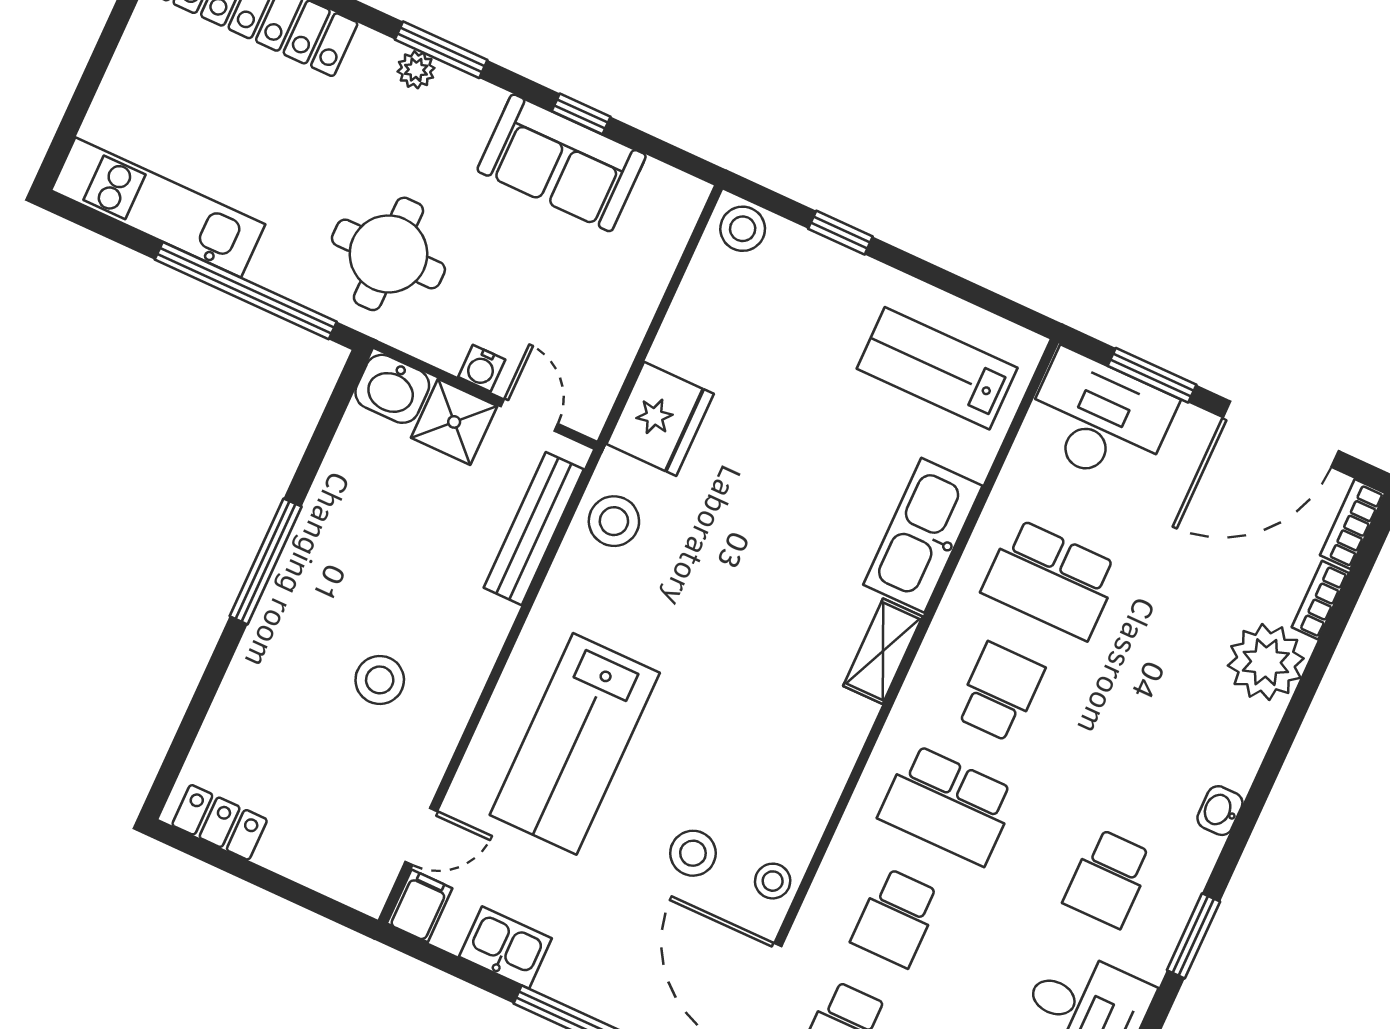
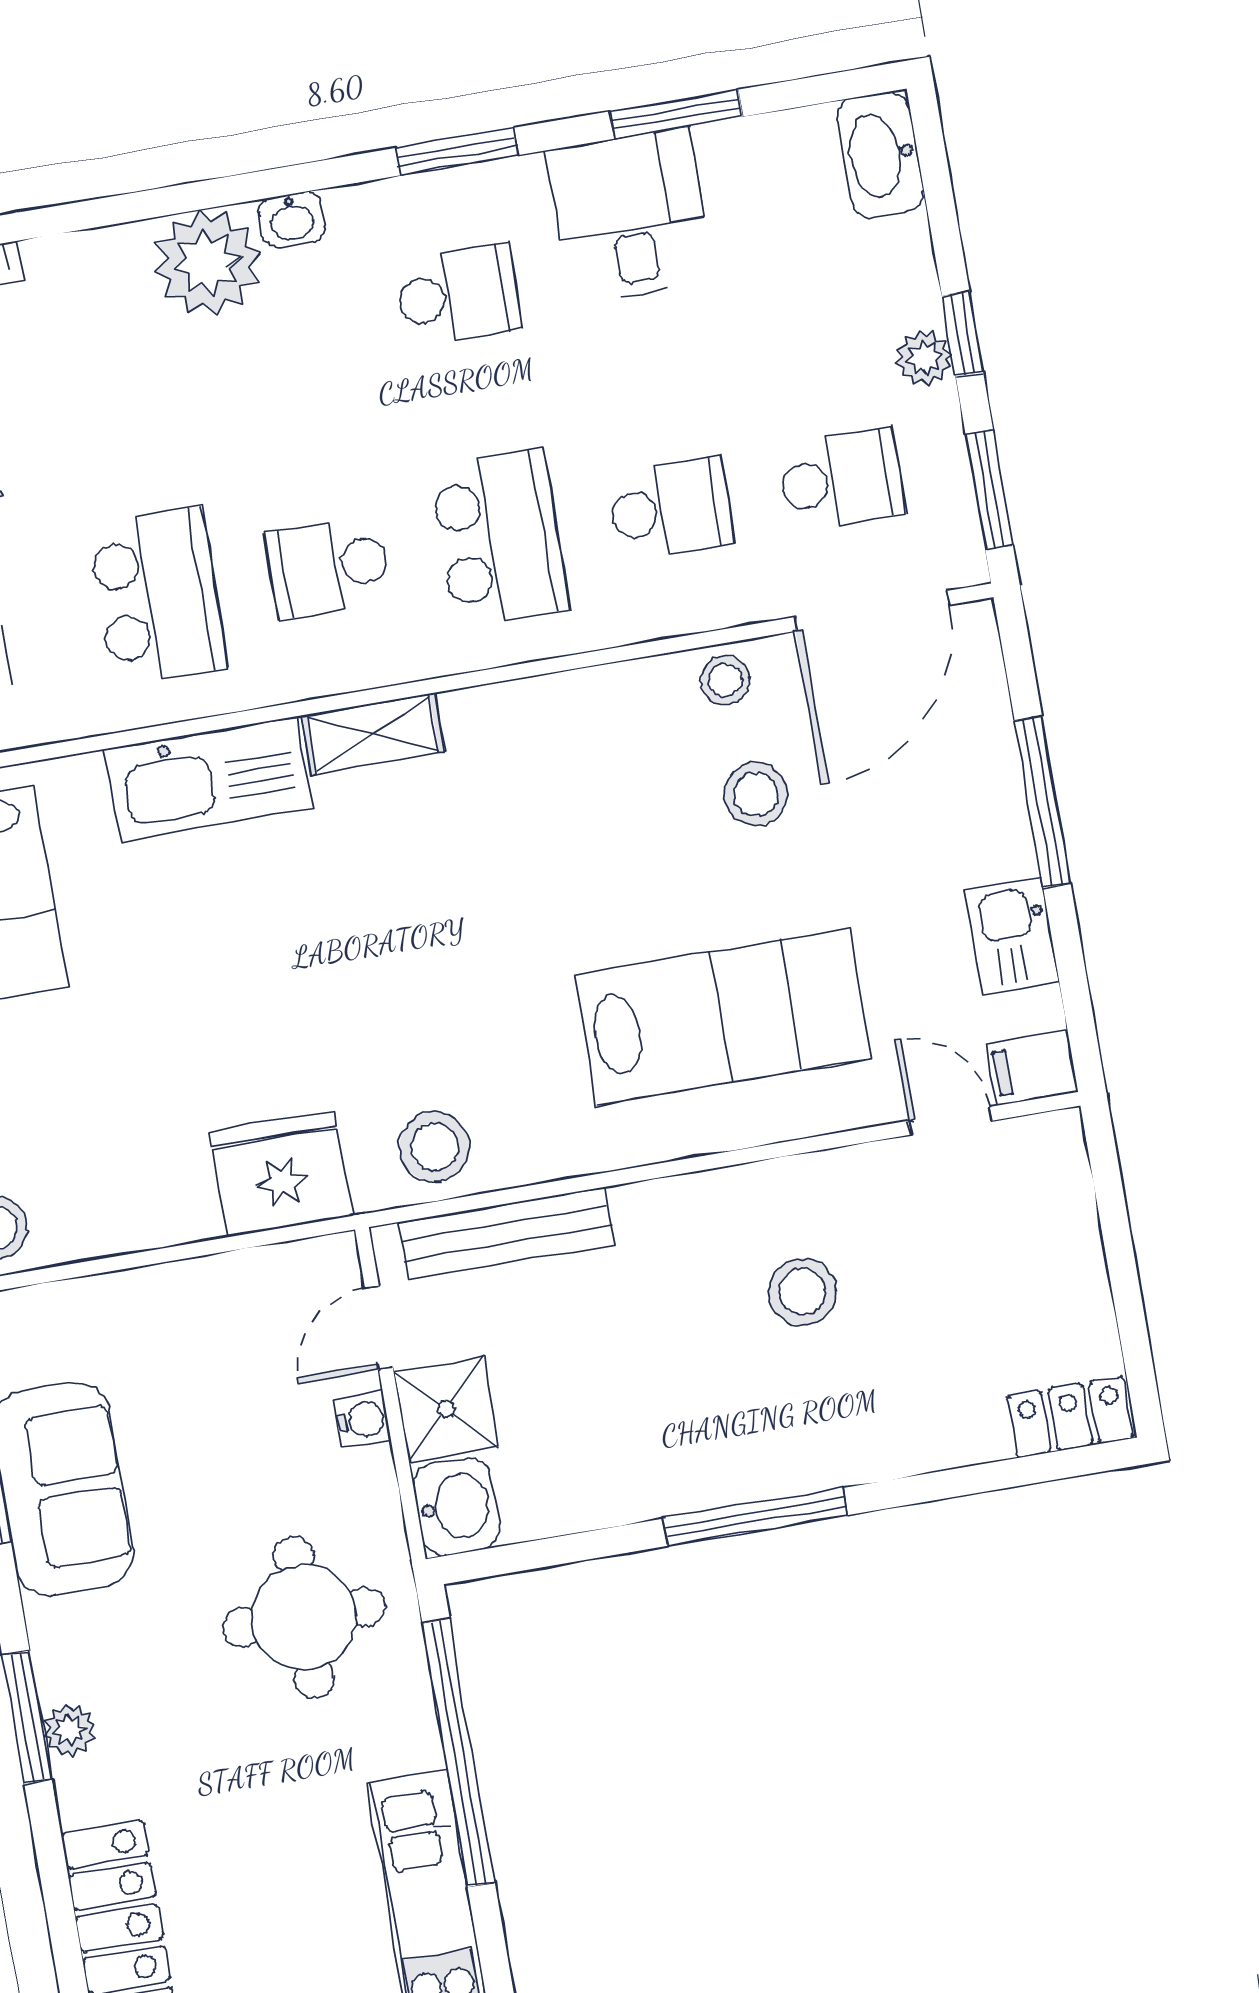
plant: (1266, 662) -> (207, 262), moved
locker: (220, 822) -> (1070, 1417), moved, turned 90

